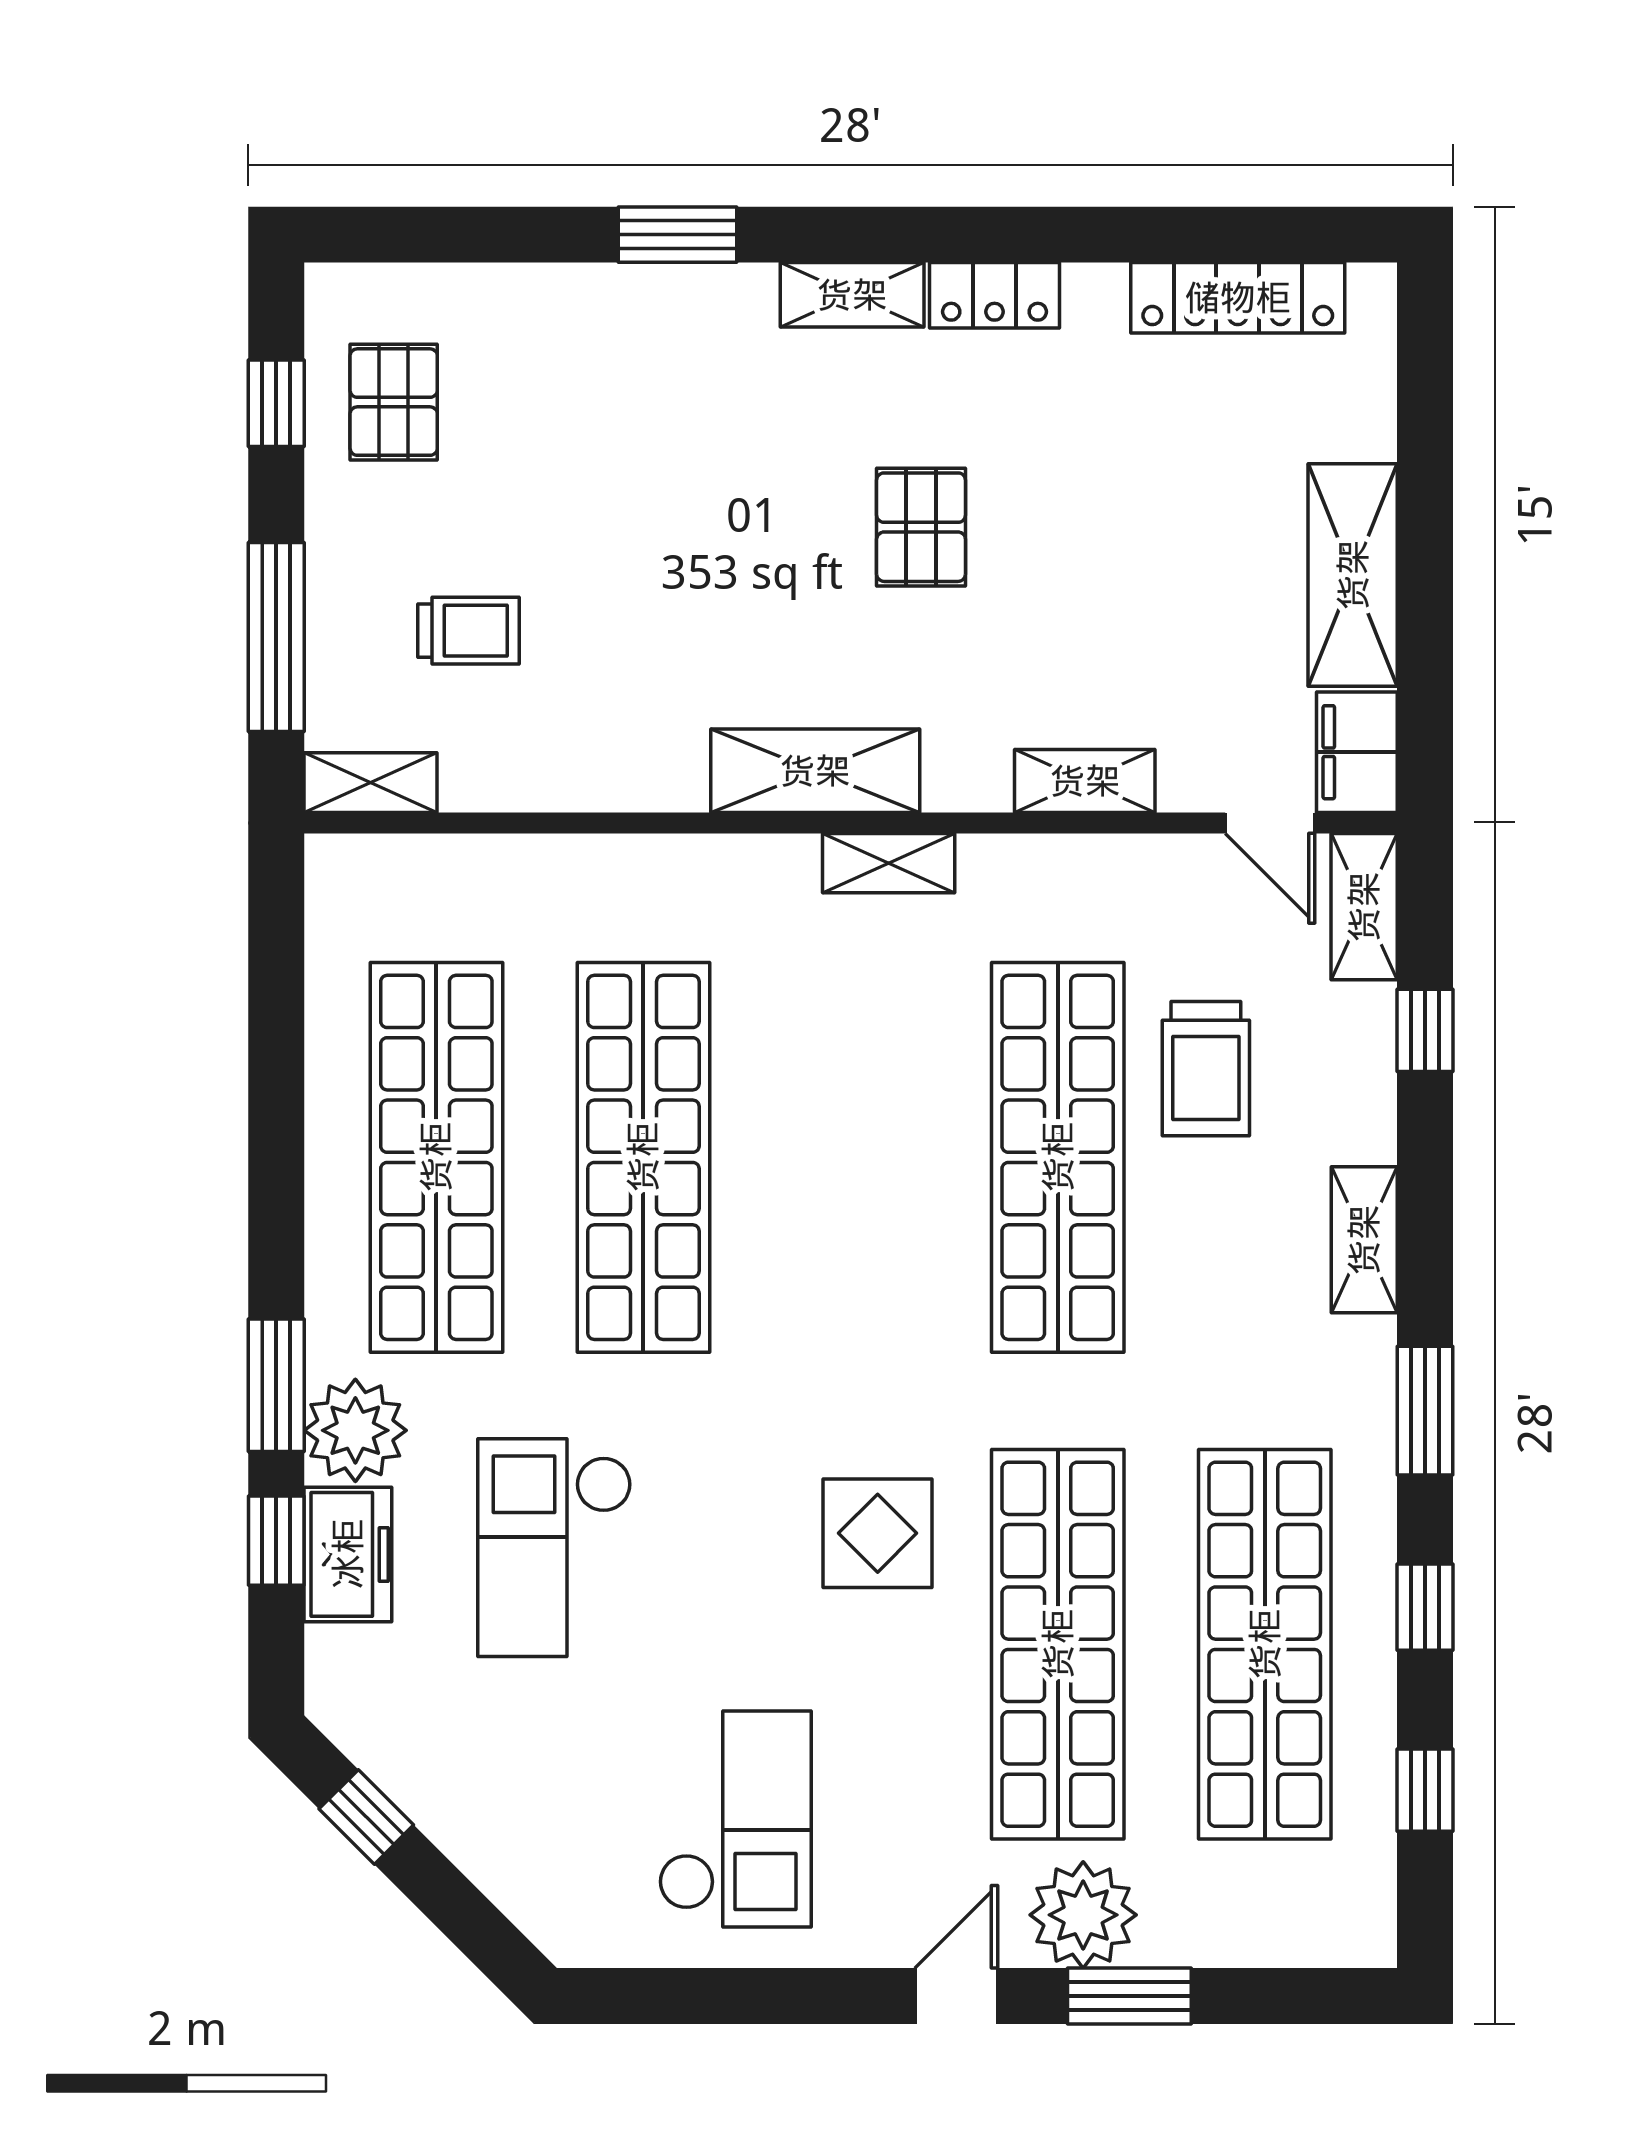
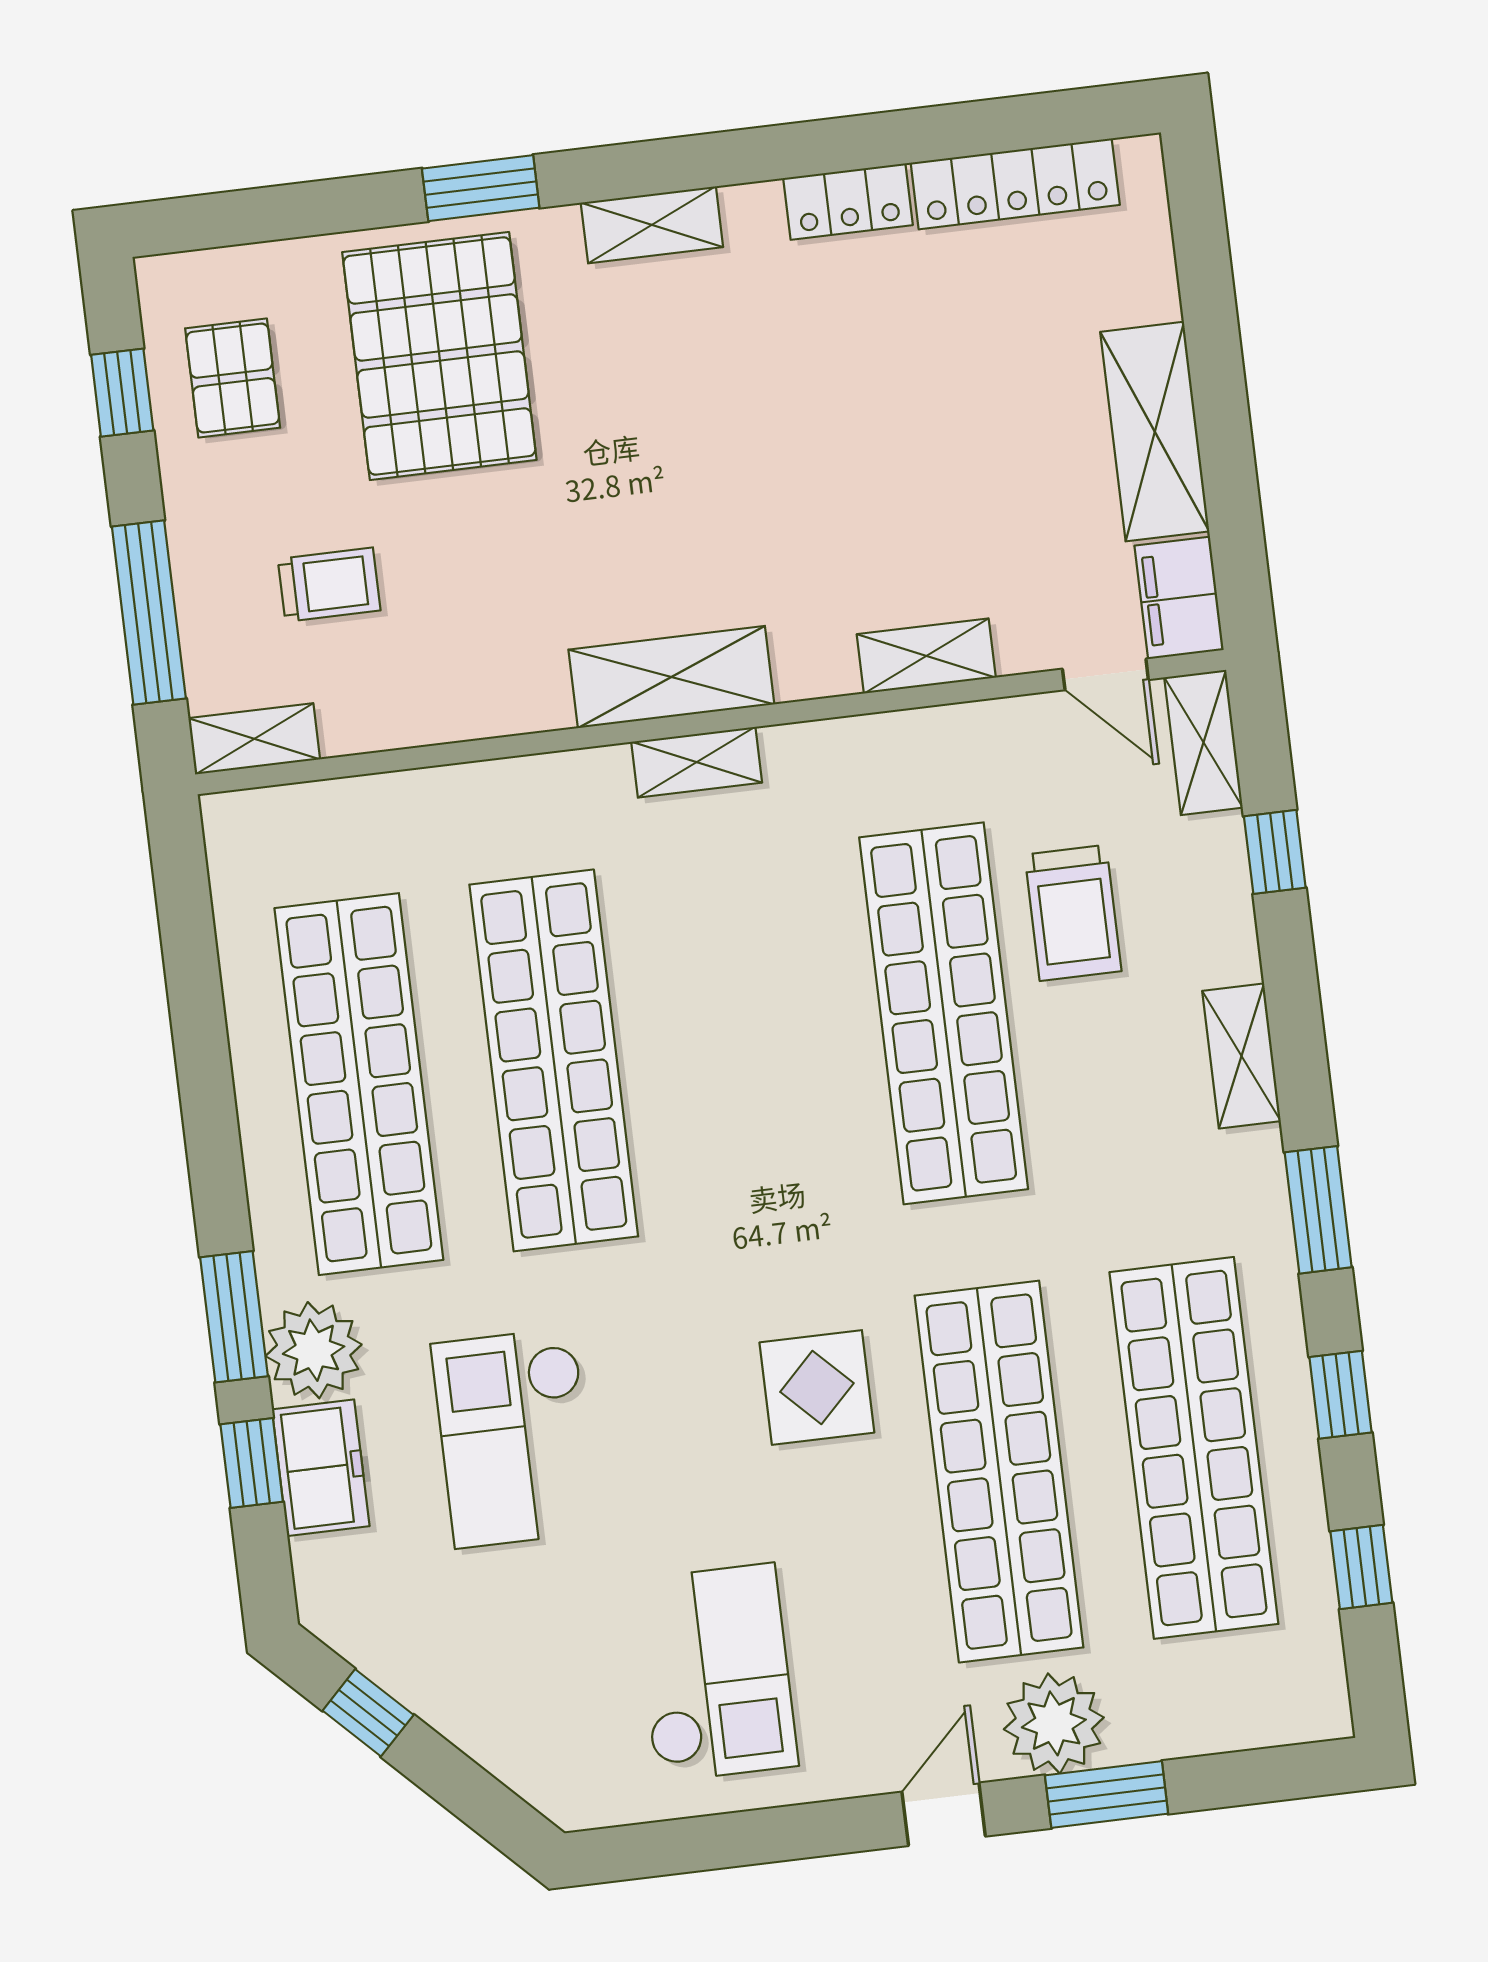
locker: (994, 295) -> (848, 202), moved
pallet: (921, 527) -> (439, 356), moved, width x2.05, depth x2.00
shelving: (889, 863) -> (697, 762), moved

